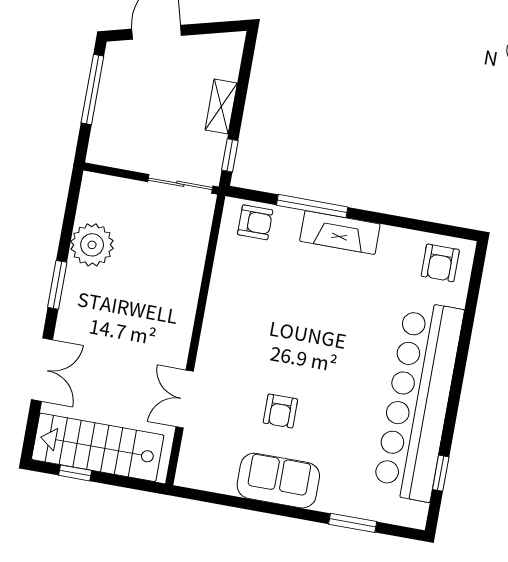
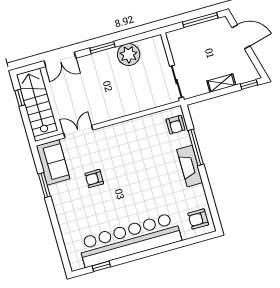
window: (230, 155) -> (249, 84), moved
sofa: (278, 481) -> (53, 162), moved
window: (353, 523) -> (44, 185), moved

